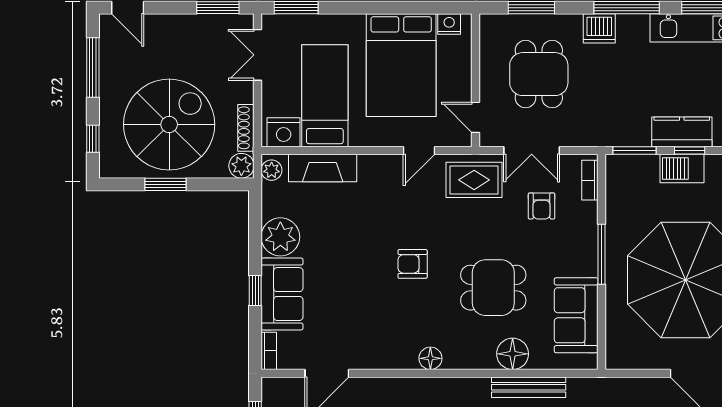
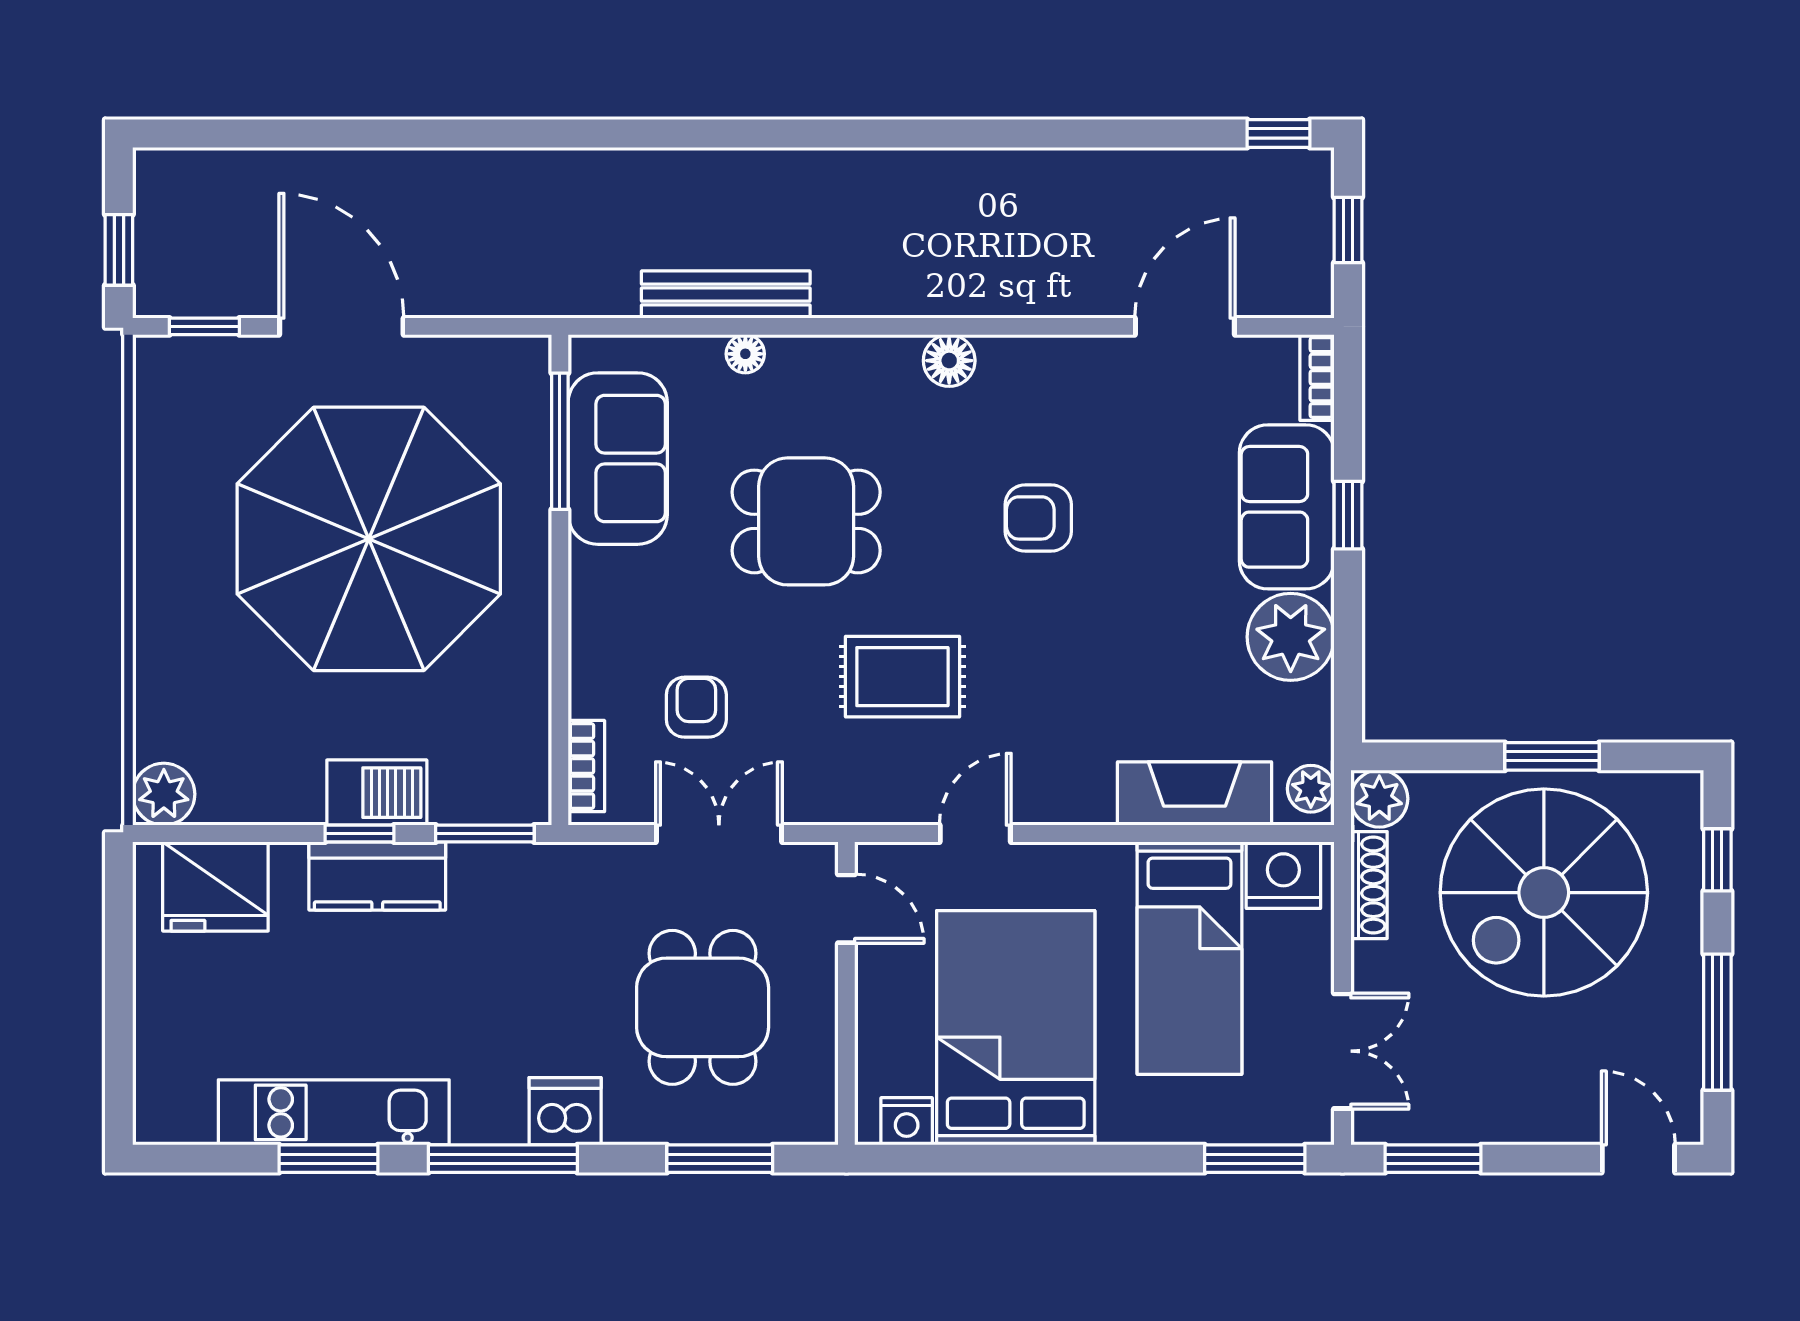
rug: (474, 180) -> (902, 677), moved
window: (602, 254) -> (560, 441), moved
armchair: (413, 264) -> (1038, 518), moved, turned 180
floor lamp: (513, 354) -> (745, 354), width x0.53, depth x0.53

